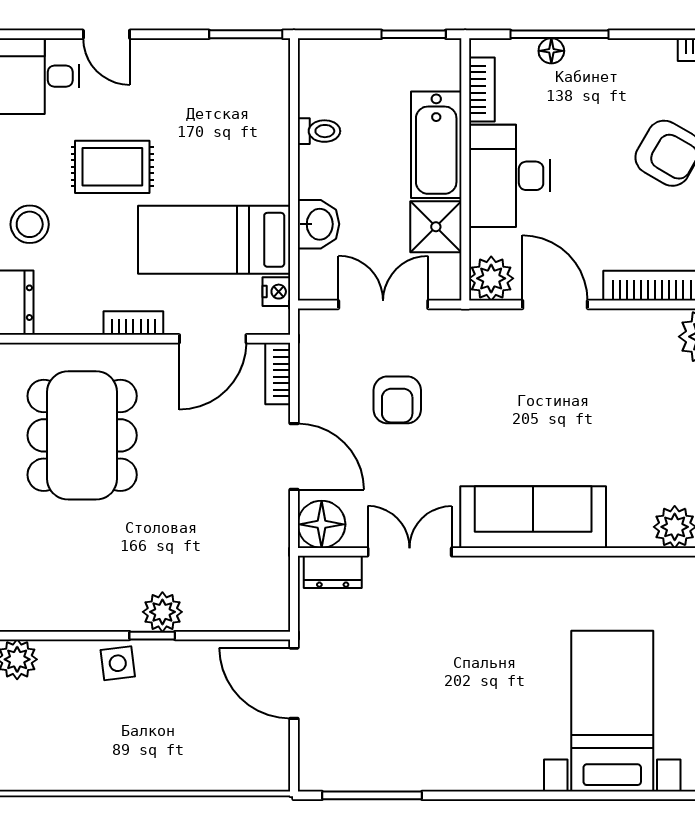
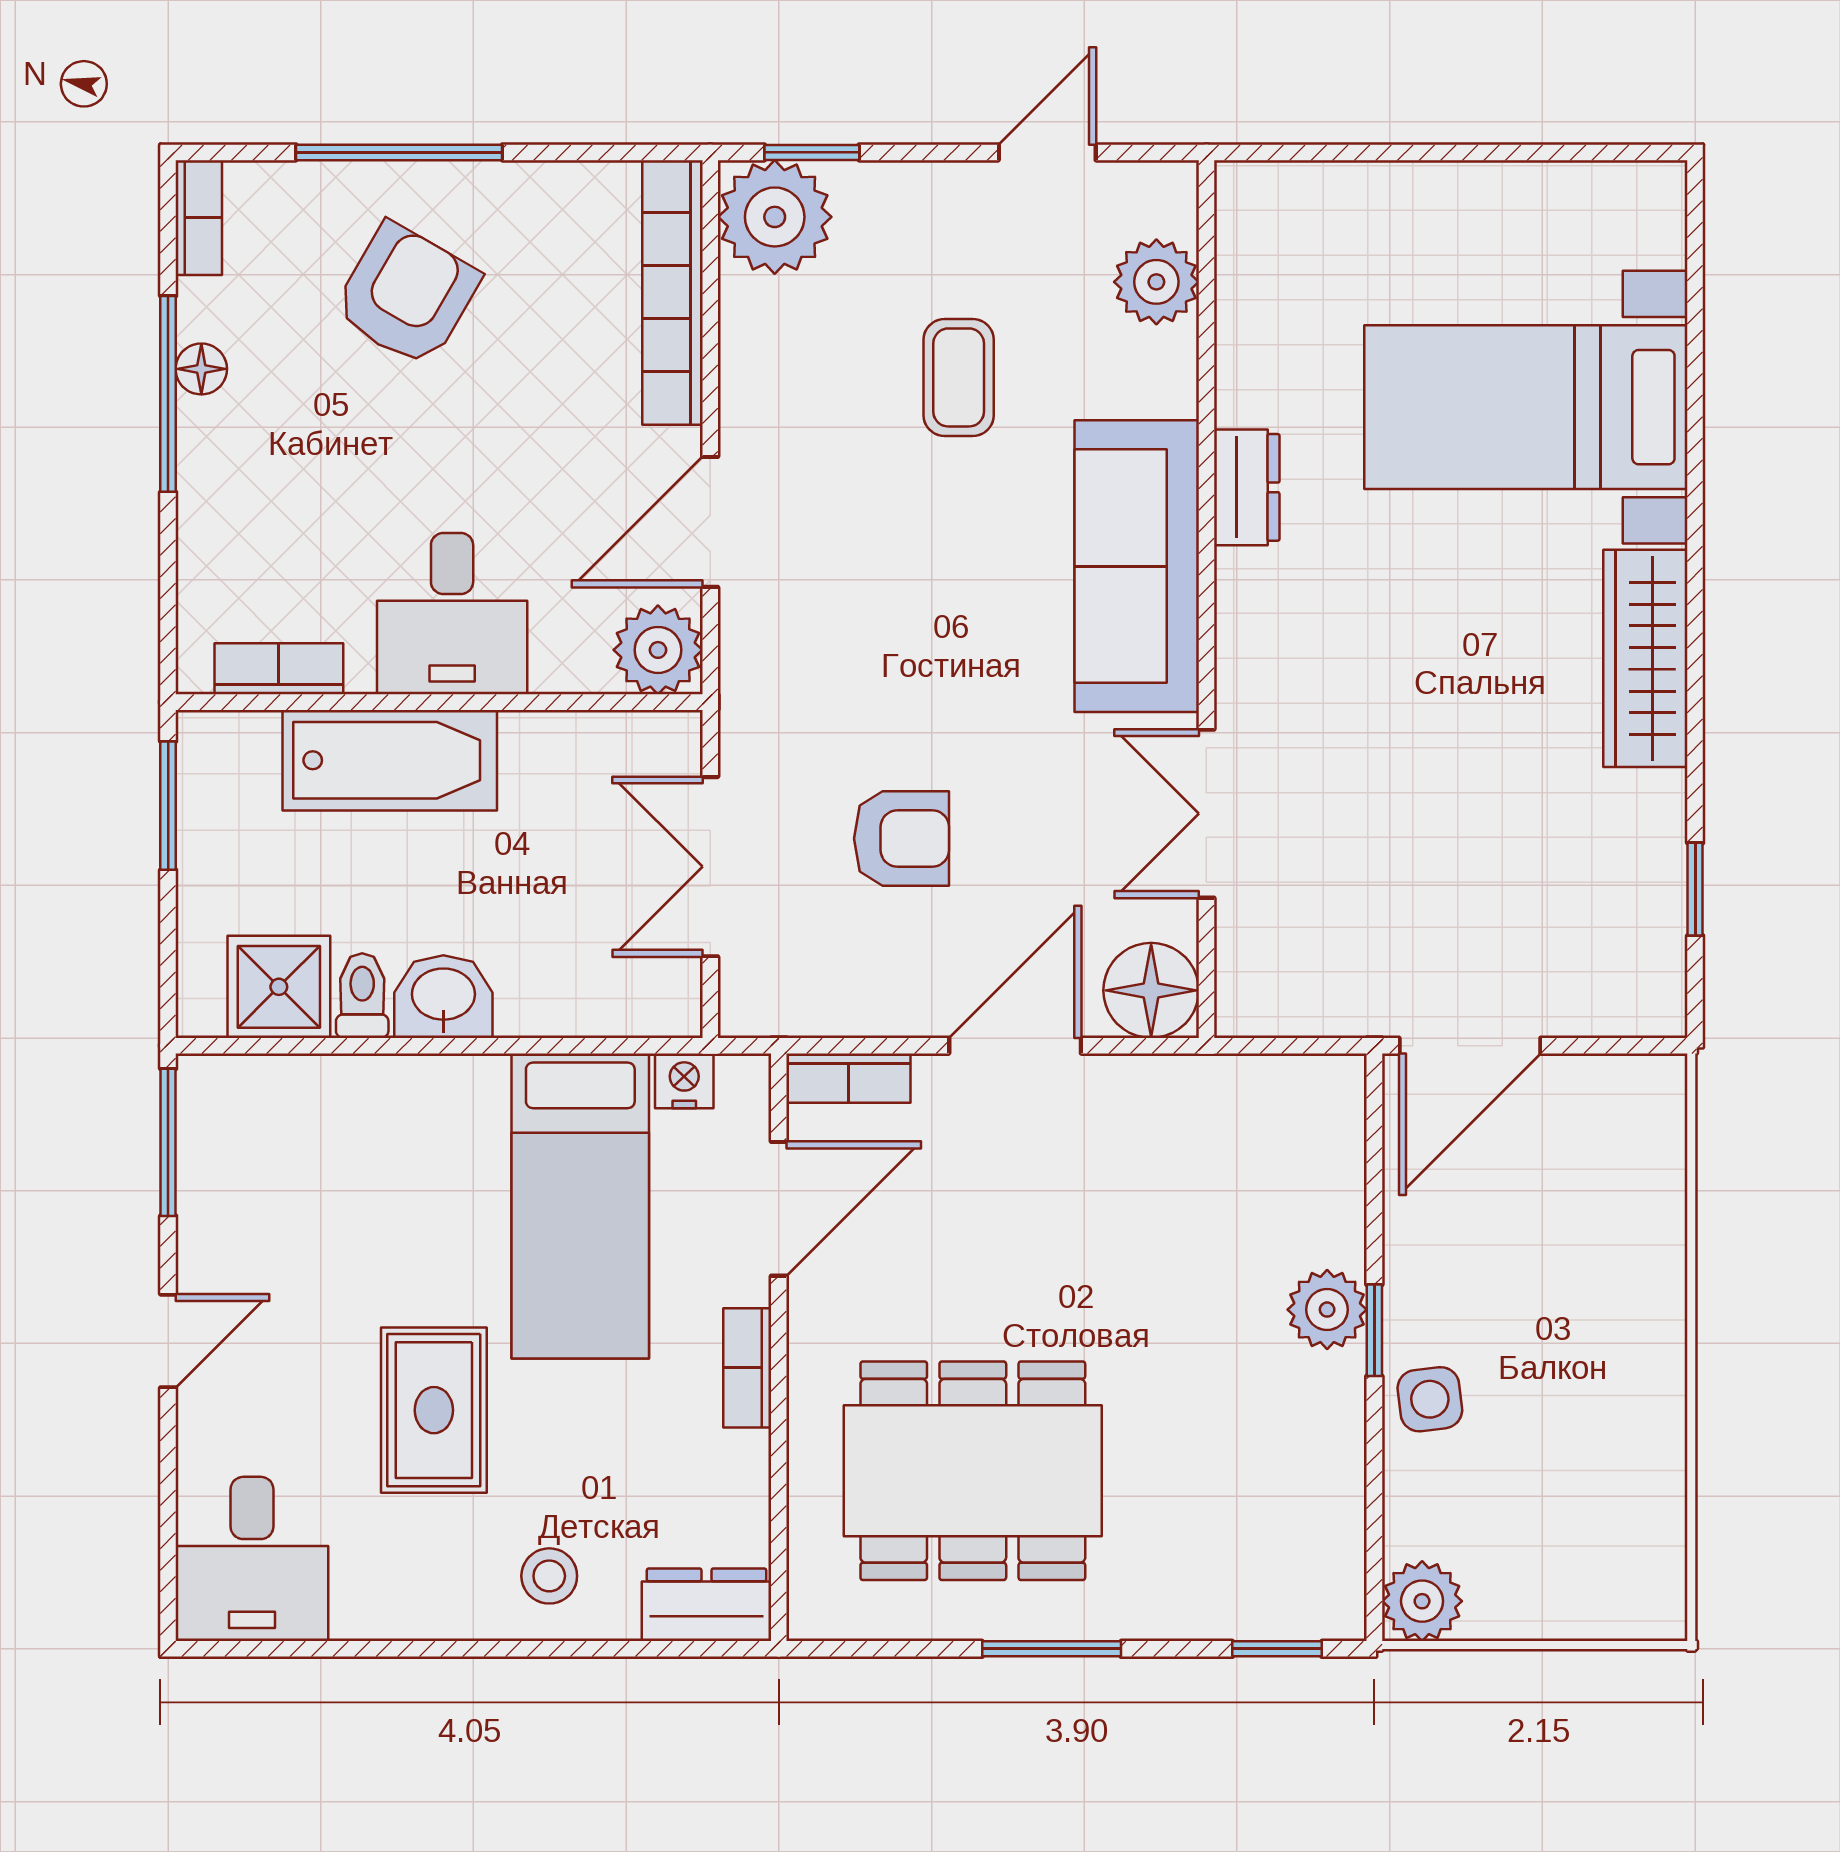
door: (106, 34) -> (168, 1341), moved
window: (560, 34) -> (168, 394), moved
floor lamp: (551, 51) -> (201, 369), moved
desk: (509, 176) -> (452, 614), width x0.73
stool: (30, 224) -> (549, 1576), width x0.73, depth x0.73
washbasin: (318, 224) -> (443, 997), moved
shower: (436, 227) -> (279, 987), moved
door: (213, 339) -> (779, 1209), hinge flipped
coffee table: (627, 428) -> (959, 377), added
dresser: (333, 572) -> (1247, 487), moved
wardrobe: (487, 771) -> (1645, 658), added
window: (372, 795) -> (1695, 889), width x0.46

